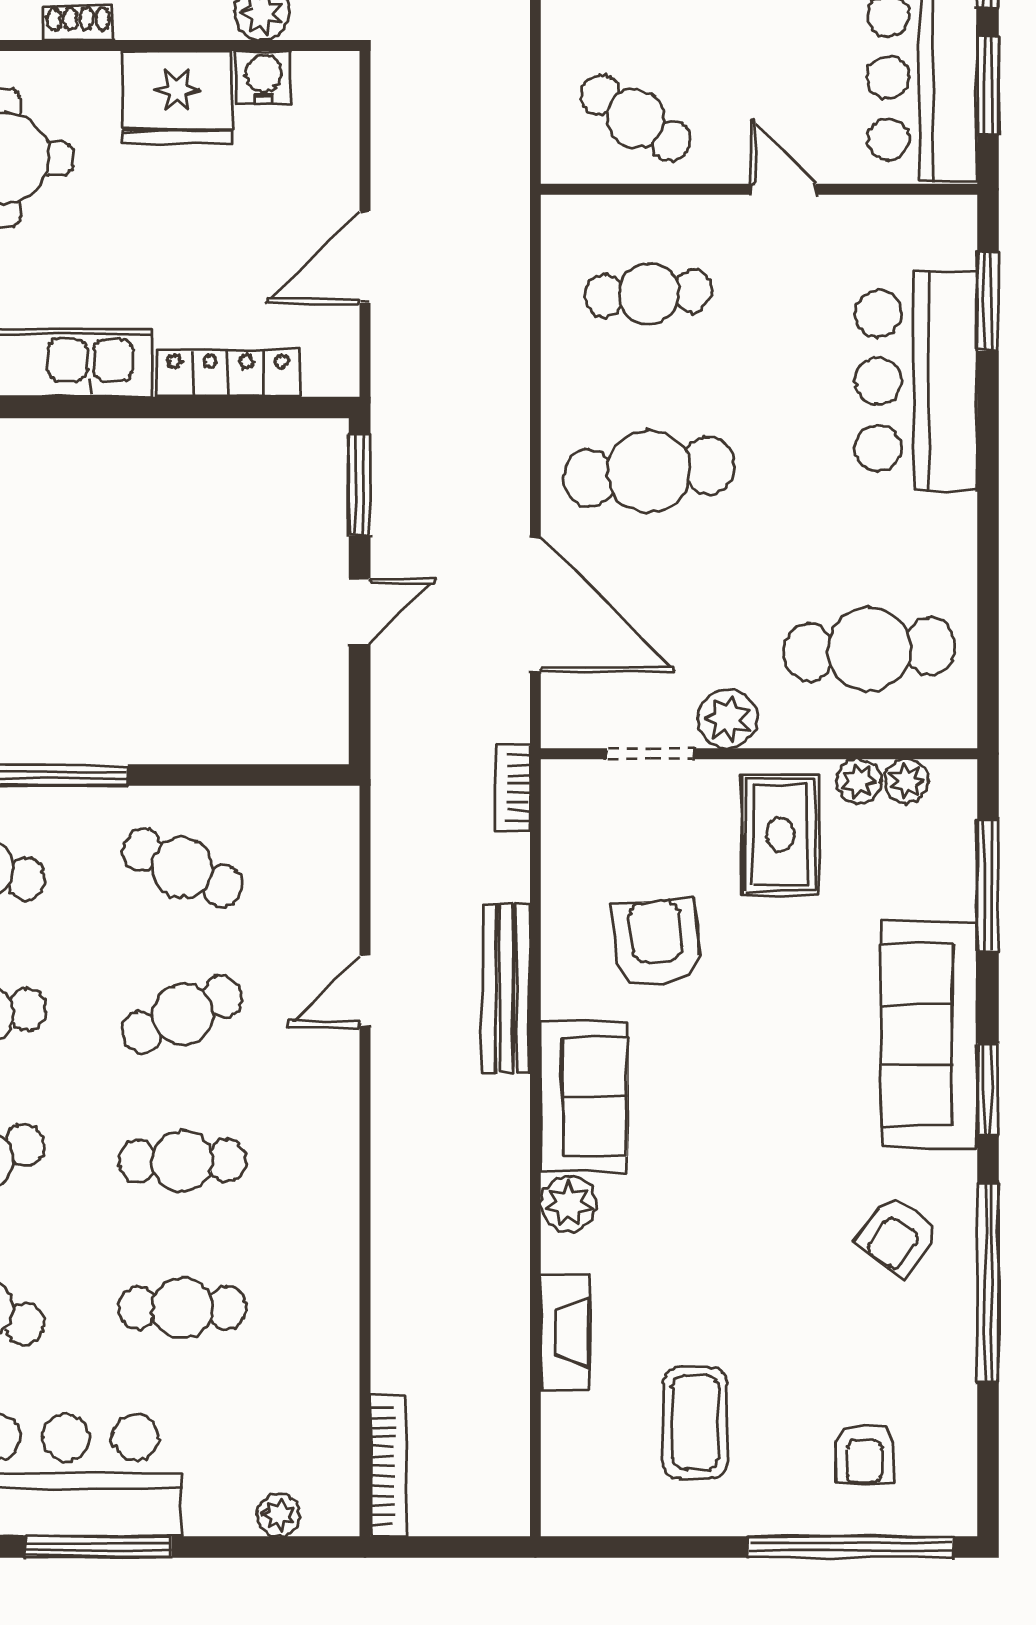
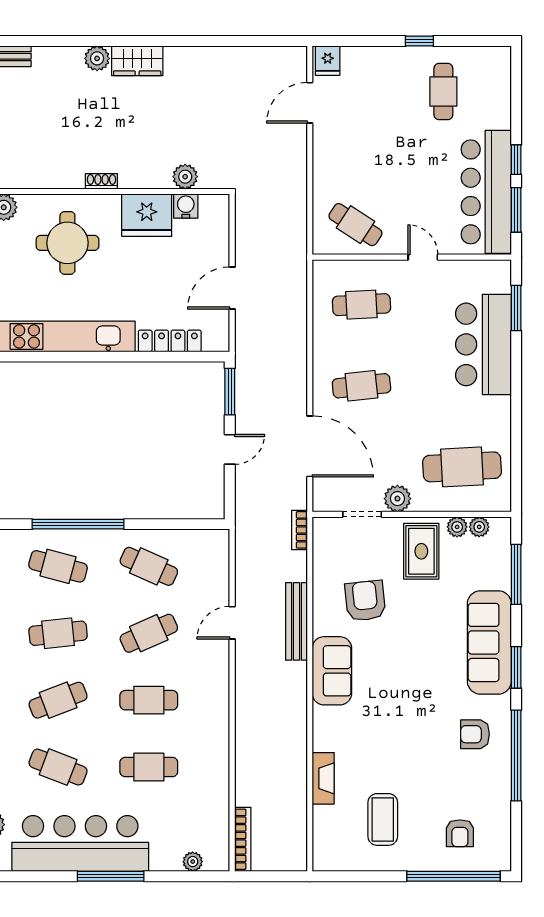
cafe table: (649, 471) -> (361, 386), width x0.73, depth x0.74
plant: (568, 1204) -> (325, 720), removed
armchair: (898, 1236) -> (475, 734), turned 54

